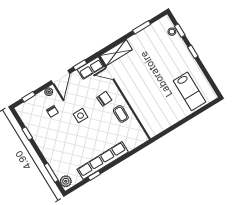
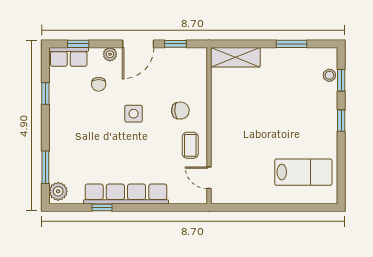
row of seats: (91, 68) -> (69, 57), moved
door: (110, 73) -> (209, 178), moved
lab bench: (189, 91) -> (303, 172), turned -90

